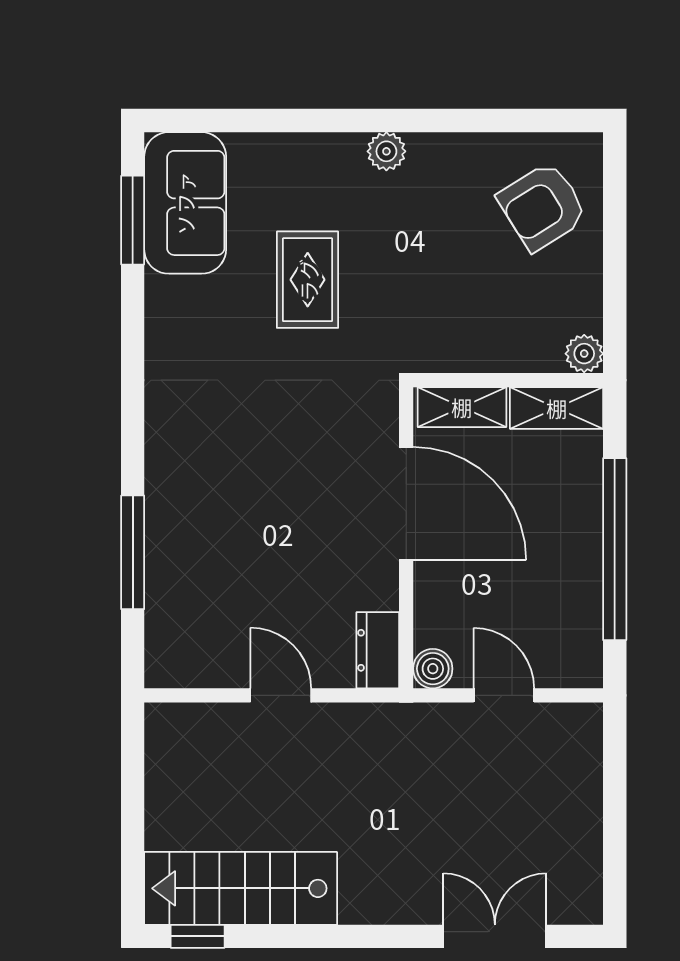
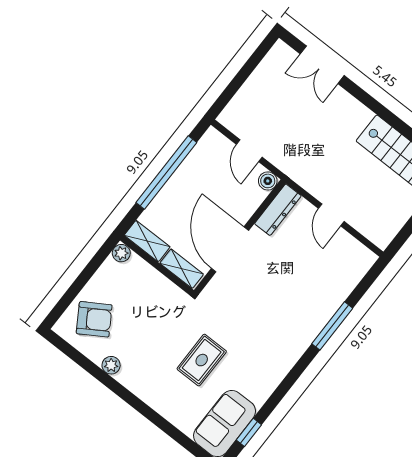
plant: (386, 151) -> (111, 365), moved
window: (133, 220) -> (249, 432), width x0.67
window: (133, 552) -> (332, 326), moved
dresser: (378, 650) -> (278, 210), width x1.44

